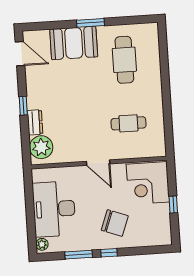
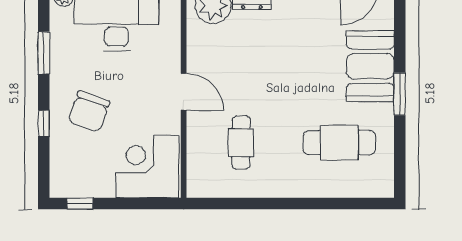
door: (98, 163) -> (184, 92), swing flipped
window: (173, 205) -> (80, 204), moved
window: (109, 253) -> (44, 123), moved

